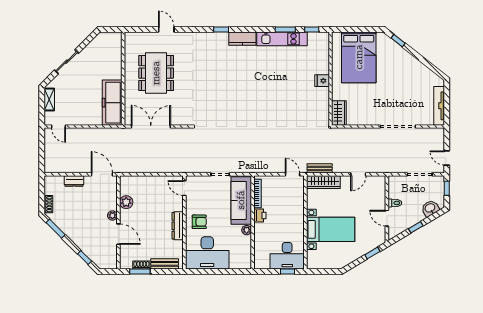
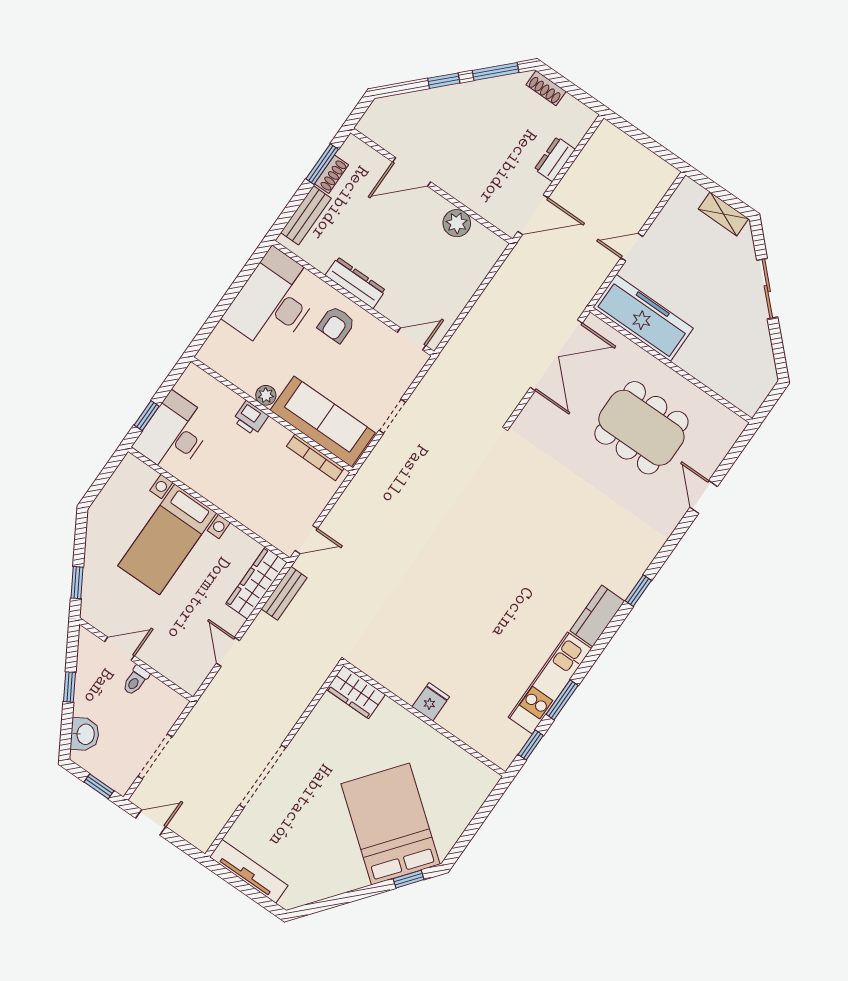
door: (166, 29) -> (704, 497), swing flipped
bed: (359, 57) -> (391, 824), moved, turned 38
door: (59, 127) -> (632, 247), moved
plant: (112, 215) -> (450, 184), removed
printer: (260, 216) -> (251, 418), moved
window: (85, 258) -> (444, 81), moved

